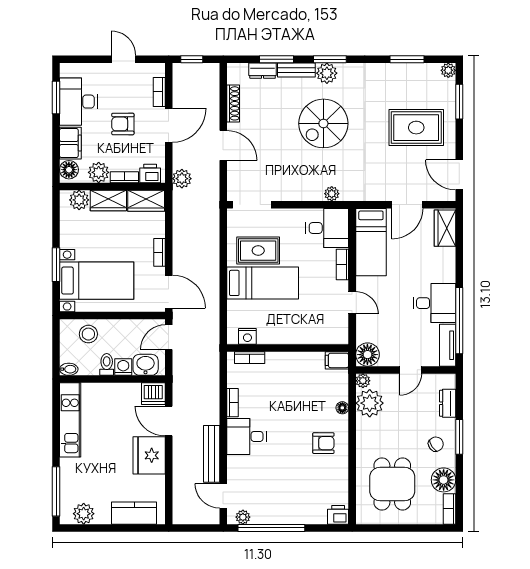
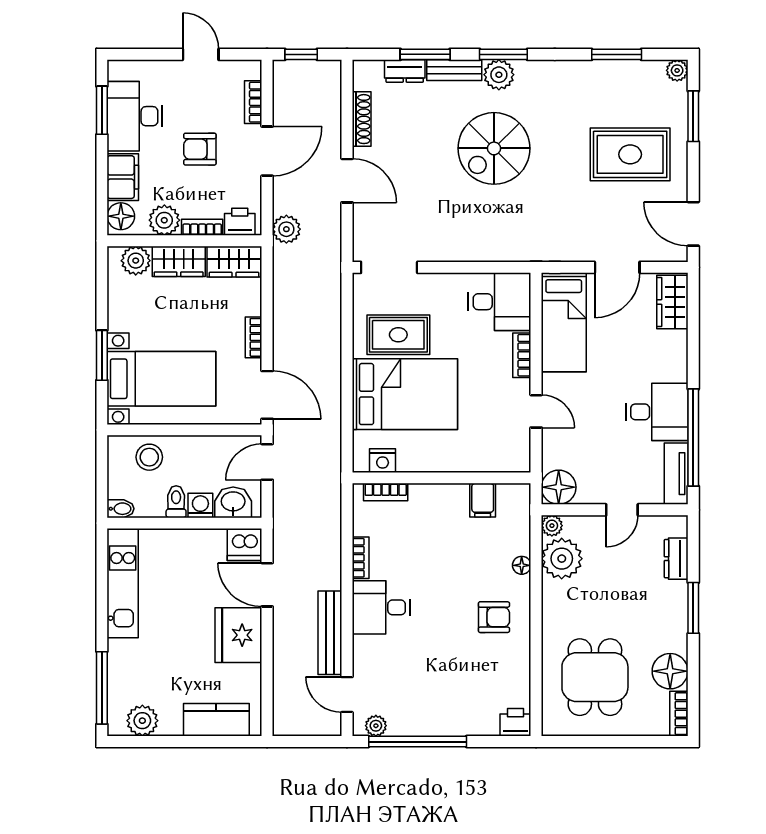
plant: (332, 194) -> (506, 251), removed
bed: (263, 283) -> (405, 394), width x1.50
filing cabinet: (337, 360) -> (483, 500), moved, turned -90
chair: (436, 444) -> (659, 619), removed

